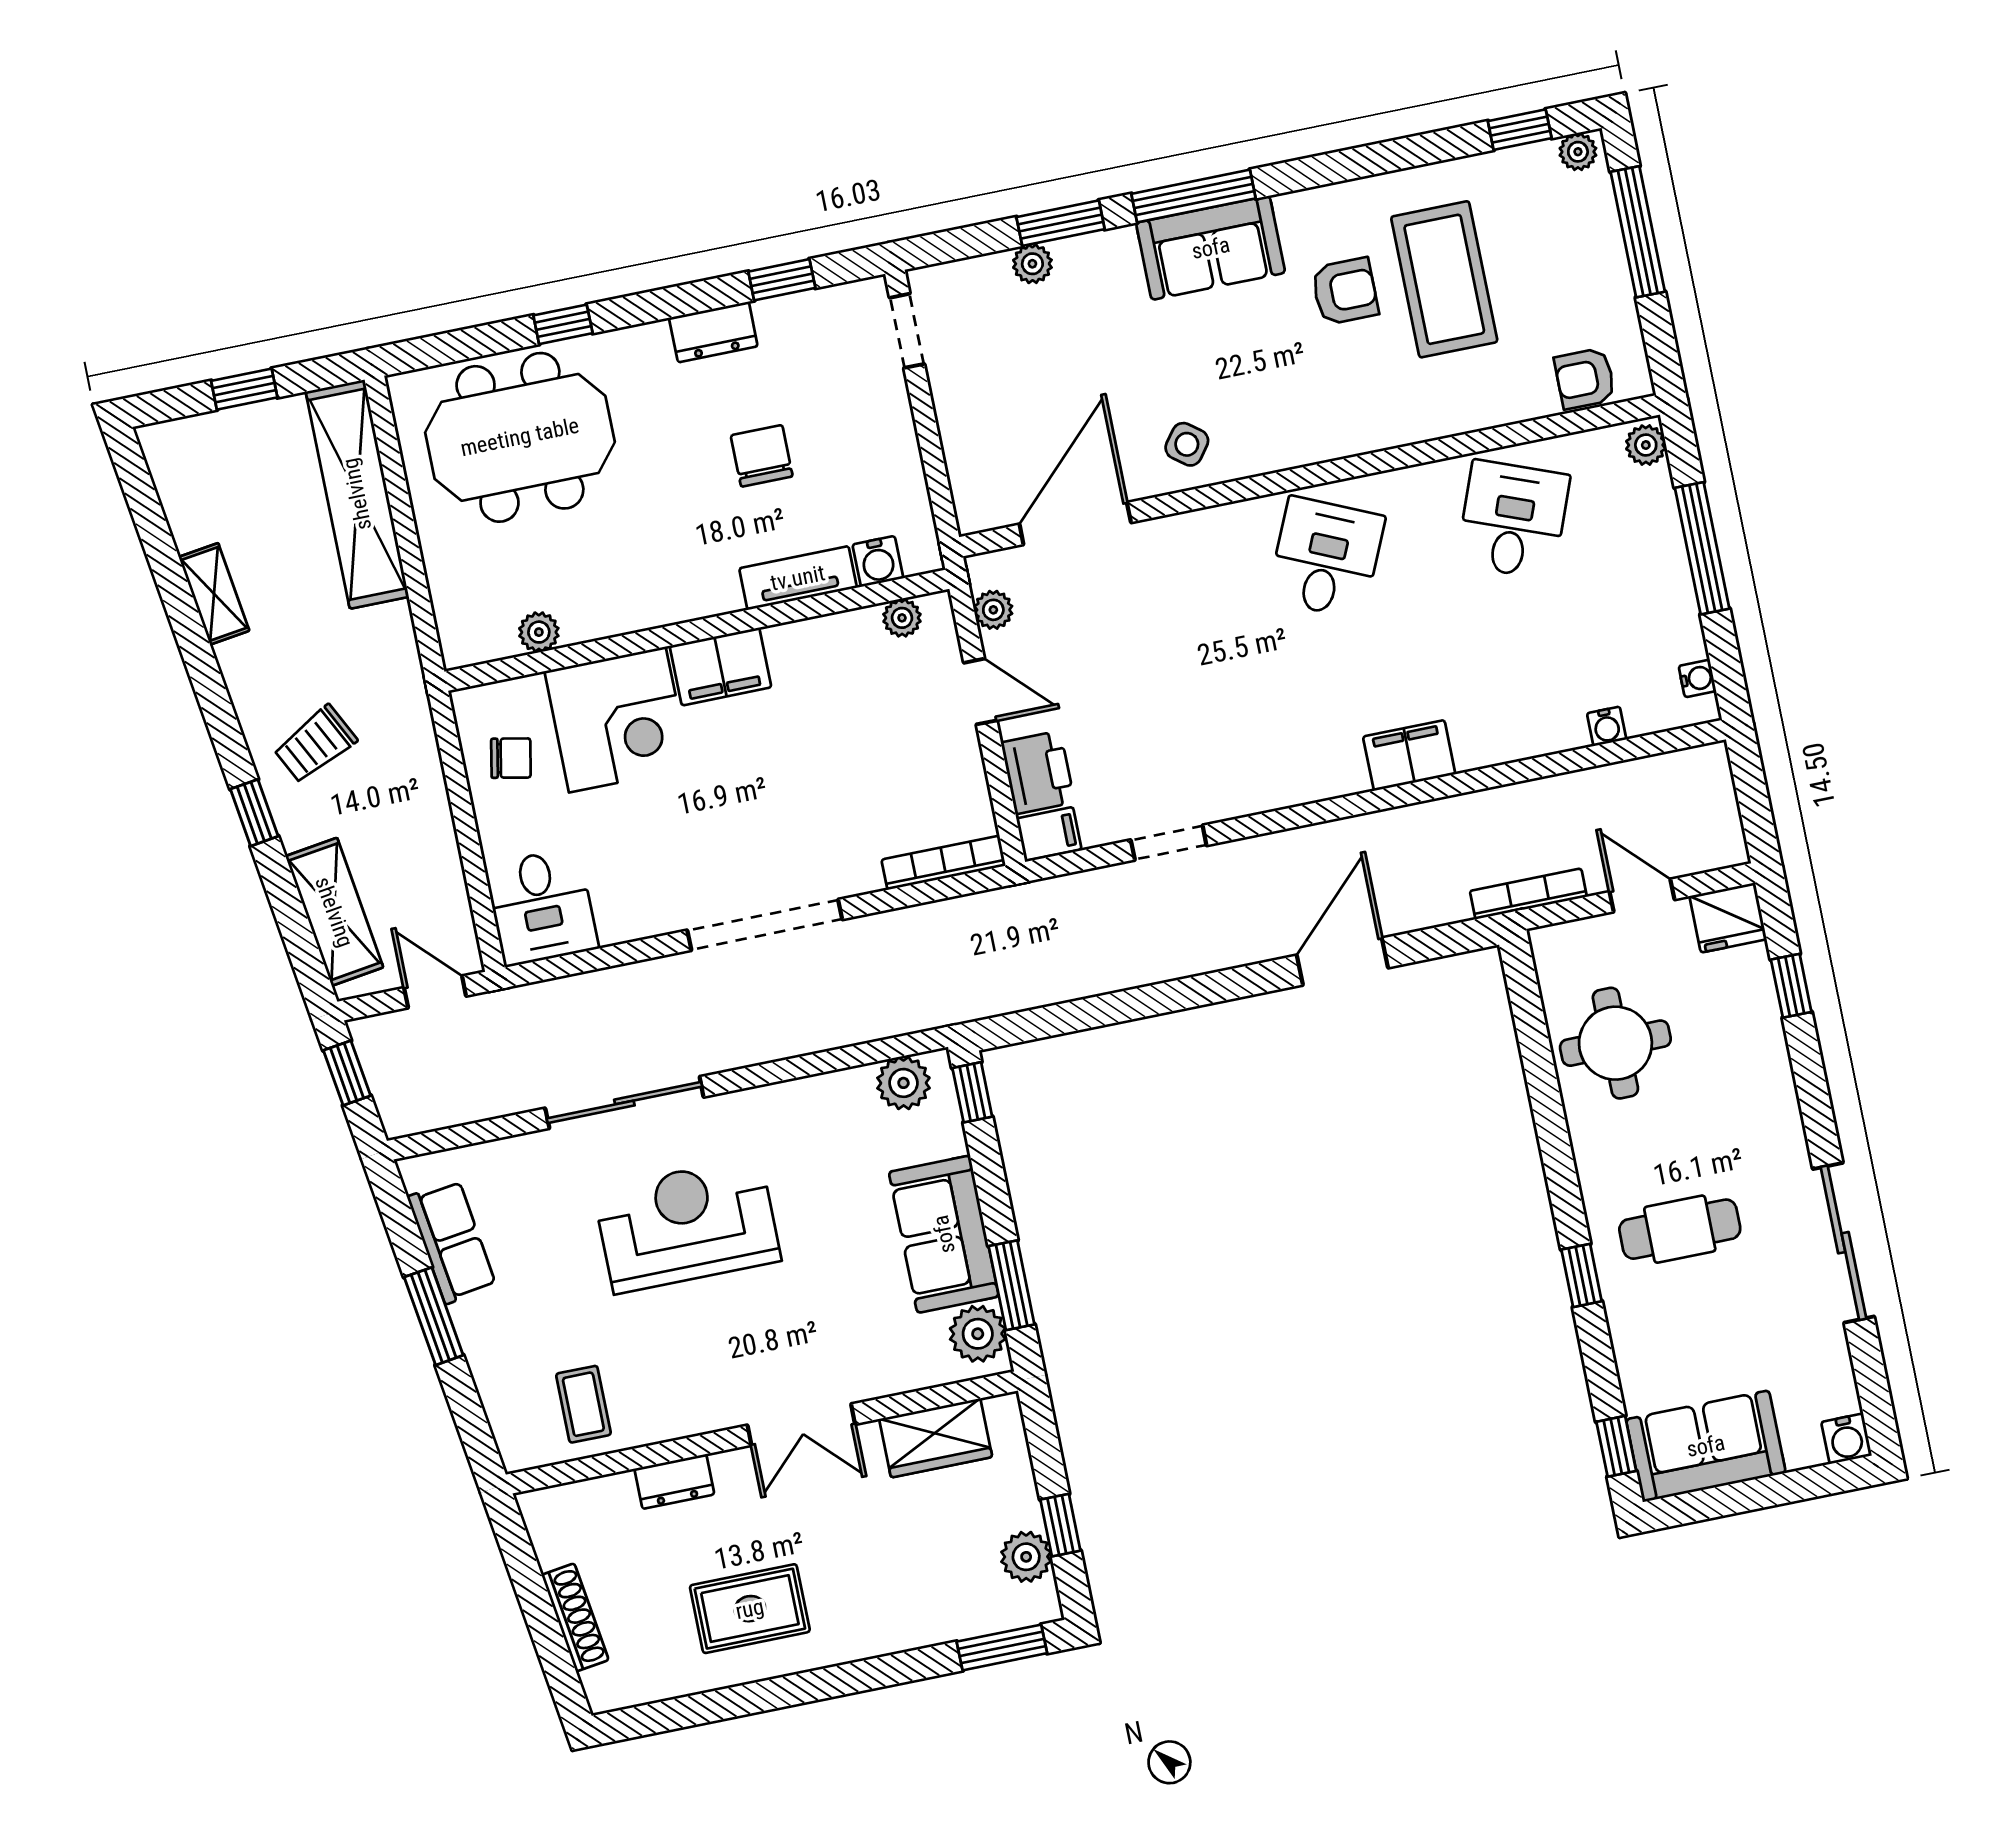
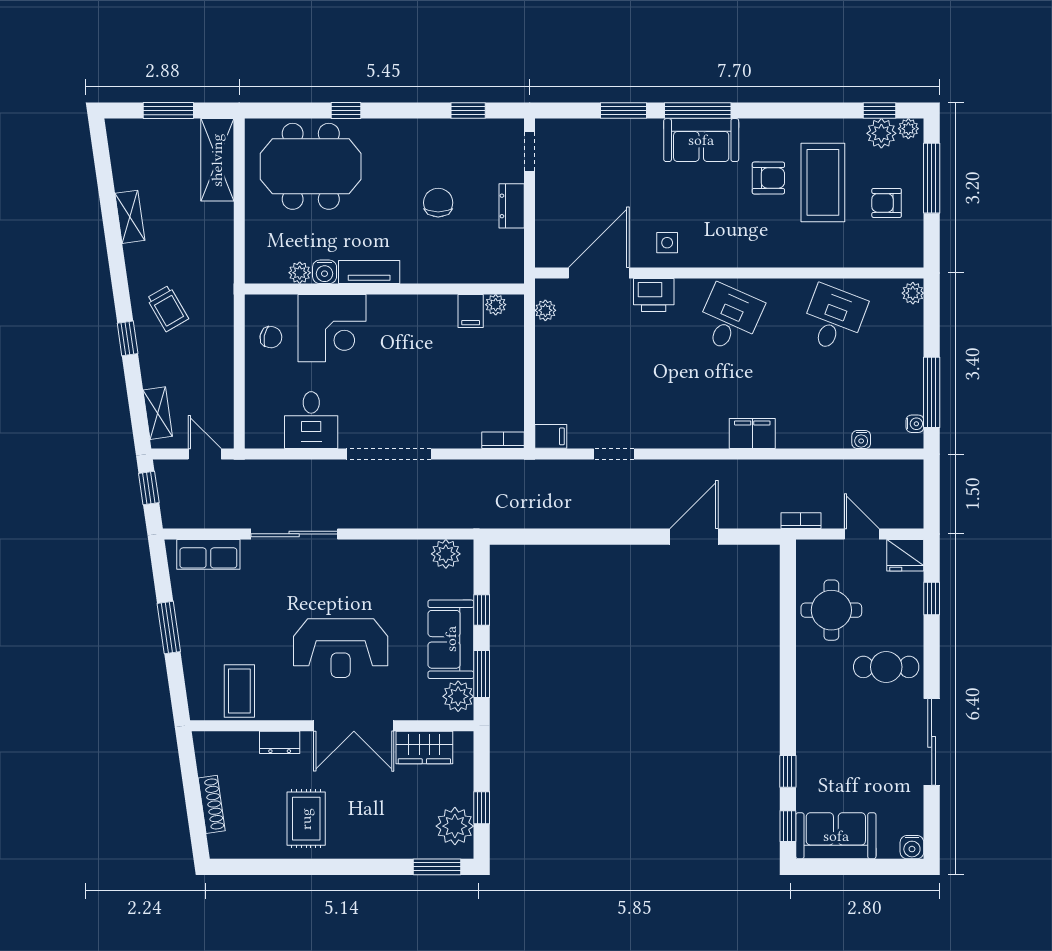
plant: (1032, 264) -> (881, 133), moved, width x1.38, depth x1.38
dresser: (713, 332) -> (512, 206), moved, turned 90
armchair: (1585, 378) -> (887, 203), moved
window: (244, 389) -> (168, 111), width x1.50
side table: (1187, 444) -> (667, 243), turned -37
shelving: (357, 494) -> (217, 160), width x0.68
window: (1702, 548) -> (932, 392), moved
water cooler: (878, 561) -> (325, 272), moved
tv unit: (798, 578) -> (369, 272), moved
filing cabinet: (720, 667) -> (471, 311), moved, width x0.50
door: (980, 692) -> (530, 353), removed
trolley: (315, 744) -> (168, 308), turned -93
printer: (1038, 772) -> (654, 295), moved, turned 90
bookcase: (944, 863) -> (503, 440), width x0.64
bookcase: (1528, 894) -> (801, 521), width x0.64
desk: (541, 907) -> (311, 420), moved
shelving: (334, 912) -> (158, 413), width x0.67, depth x0.75
window: (972, 1092) -> (482, 610), moved
reception desk: (687, 1225) -> (341, 648), moved, turned 180
cafe table: (1680, 1229) -> (886, 667), moved
row of seats: (452, 1241) -> (208, 554), moved, turned 98
window: (1582, 1275) -> (788, 771), moved
coffee table: (583, 1404) -> (239, 691), width x1.36, depth x1.30
double door: (801, 1425) -> (354, 726), width x1.37
plant: (1026, 1557) -> (455, 826), width x1.36, depth x1.36
rug: (750, 1609) -> (306, 819), turned 90

